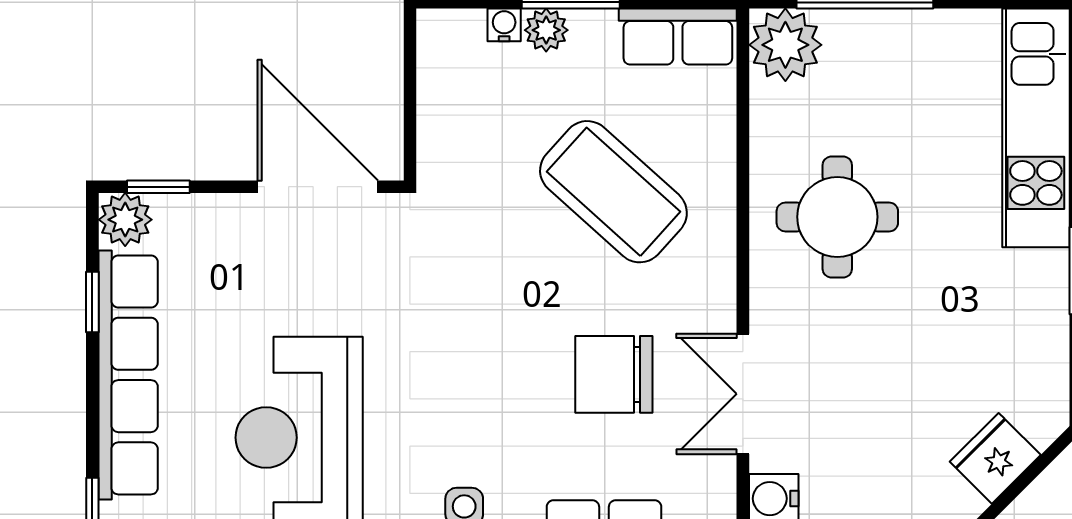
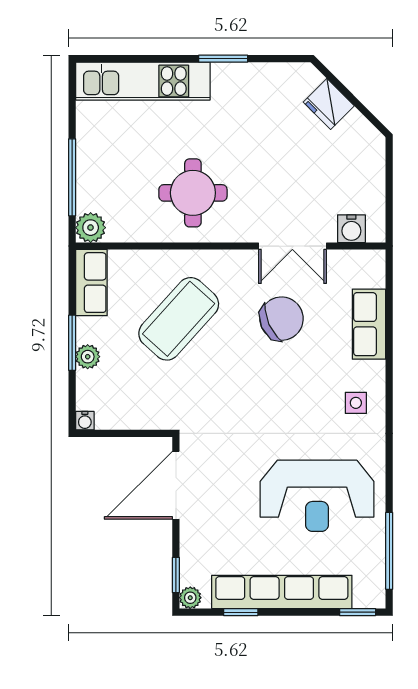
water cooler: (504, 25) -> (85, 421), moved, turned -90
plant: (785, 45) -> (91, 228), width x0.73, depth x0.73
plant: (125, 220) -> (190, 598), width x0.73, depth x0.73
chair: (614, 374) -> (282, 319), turned -114

